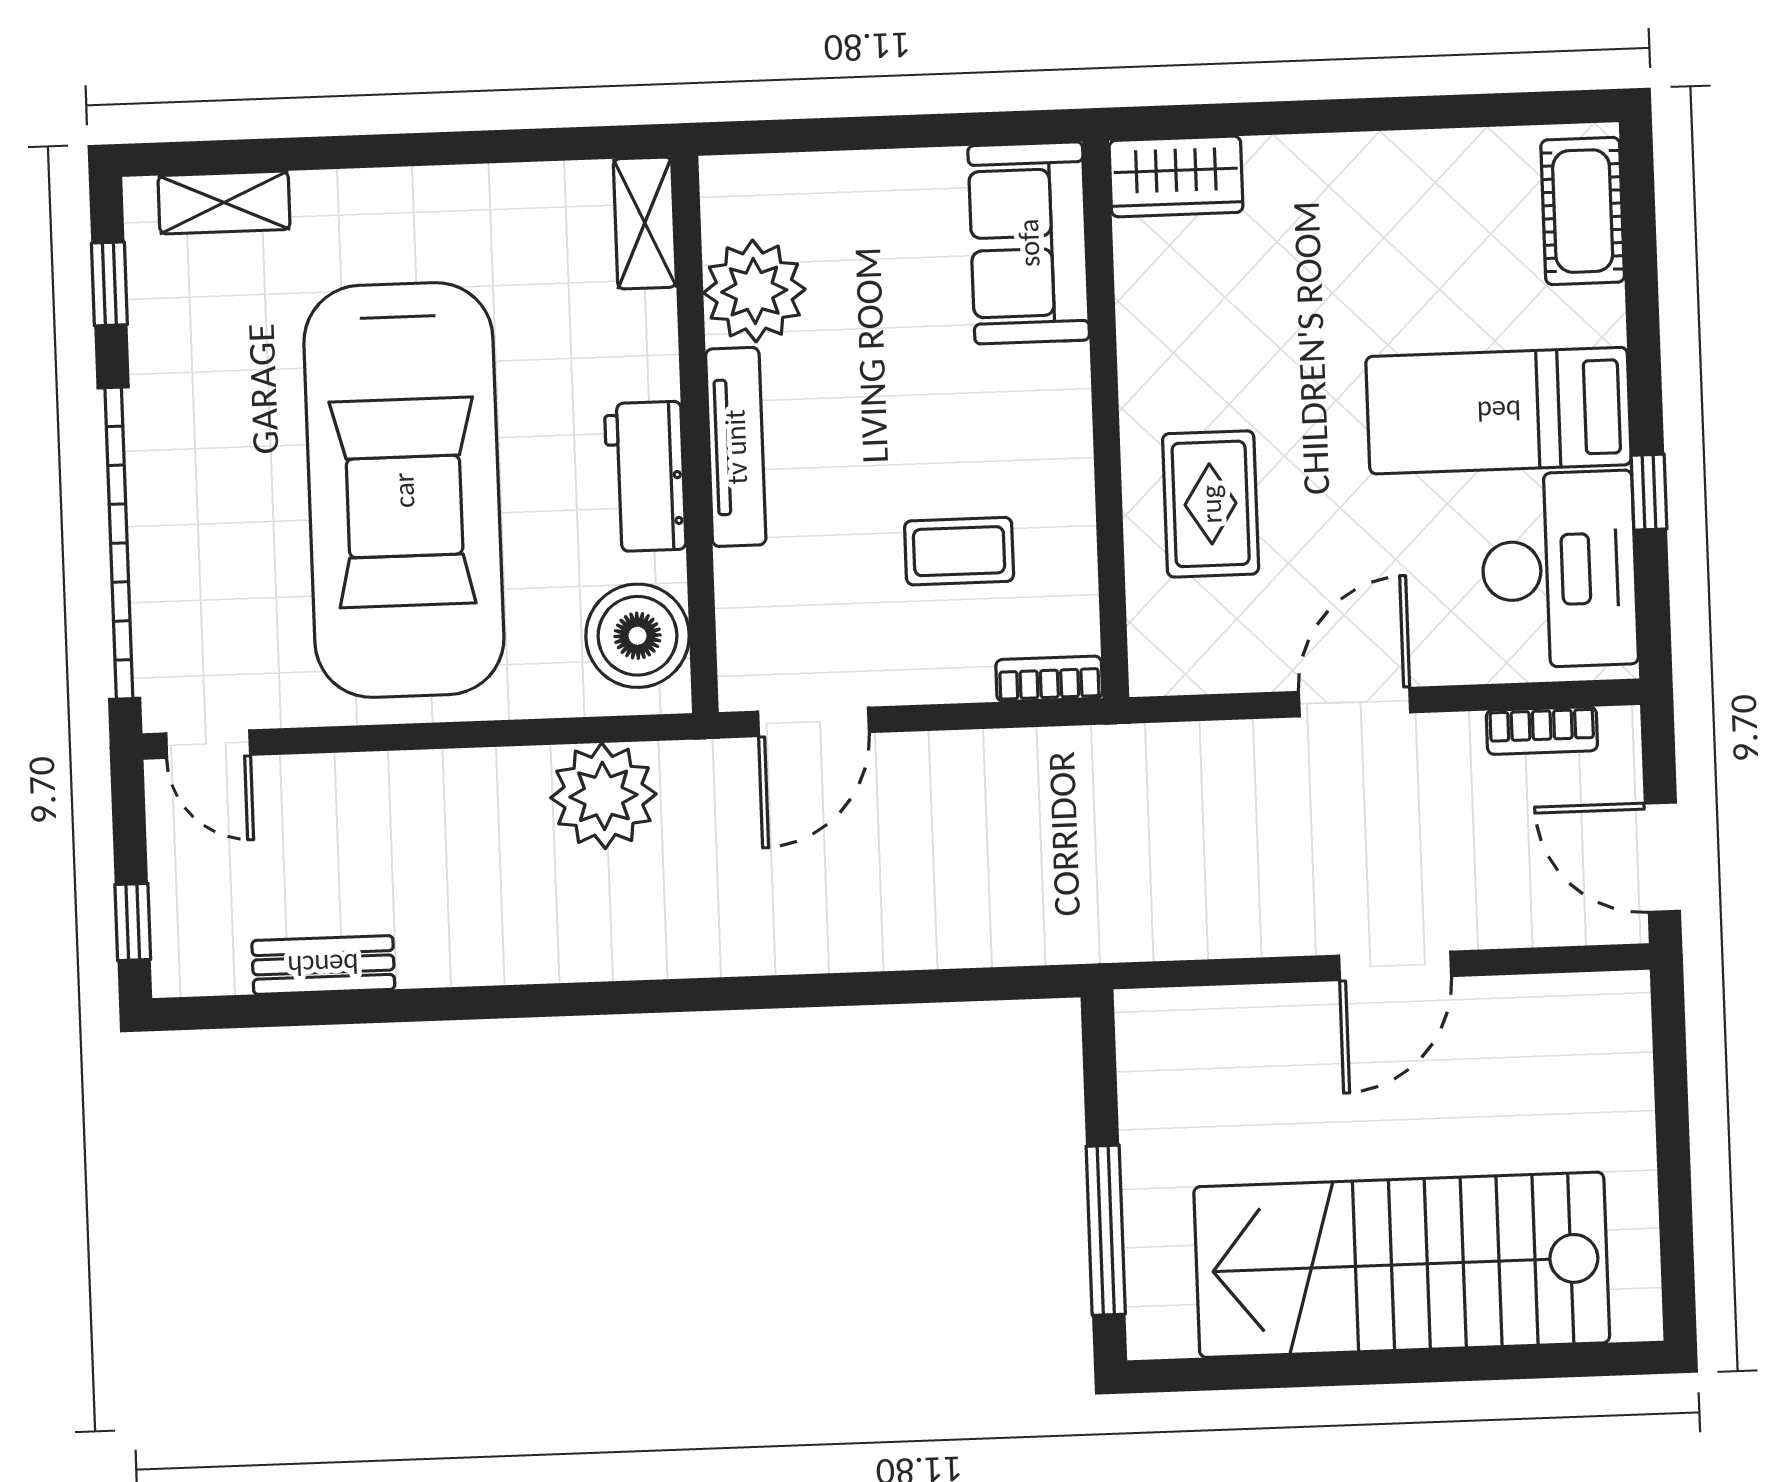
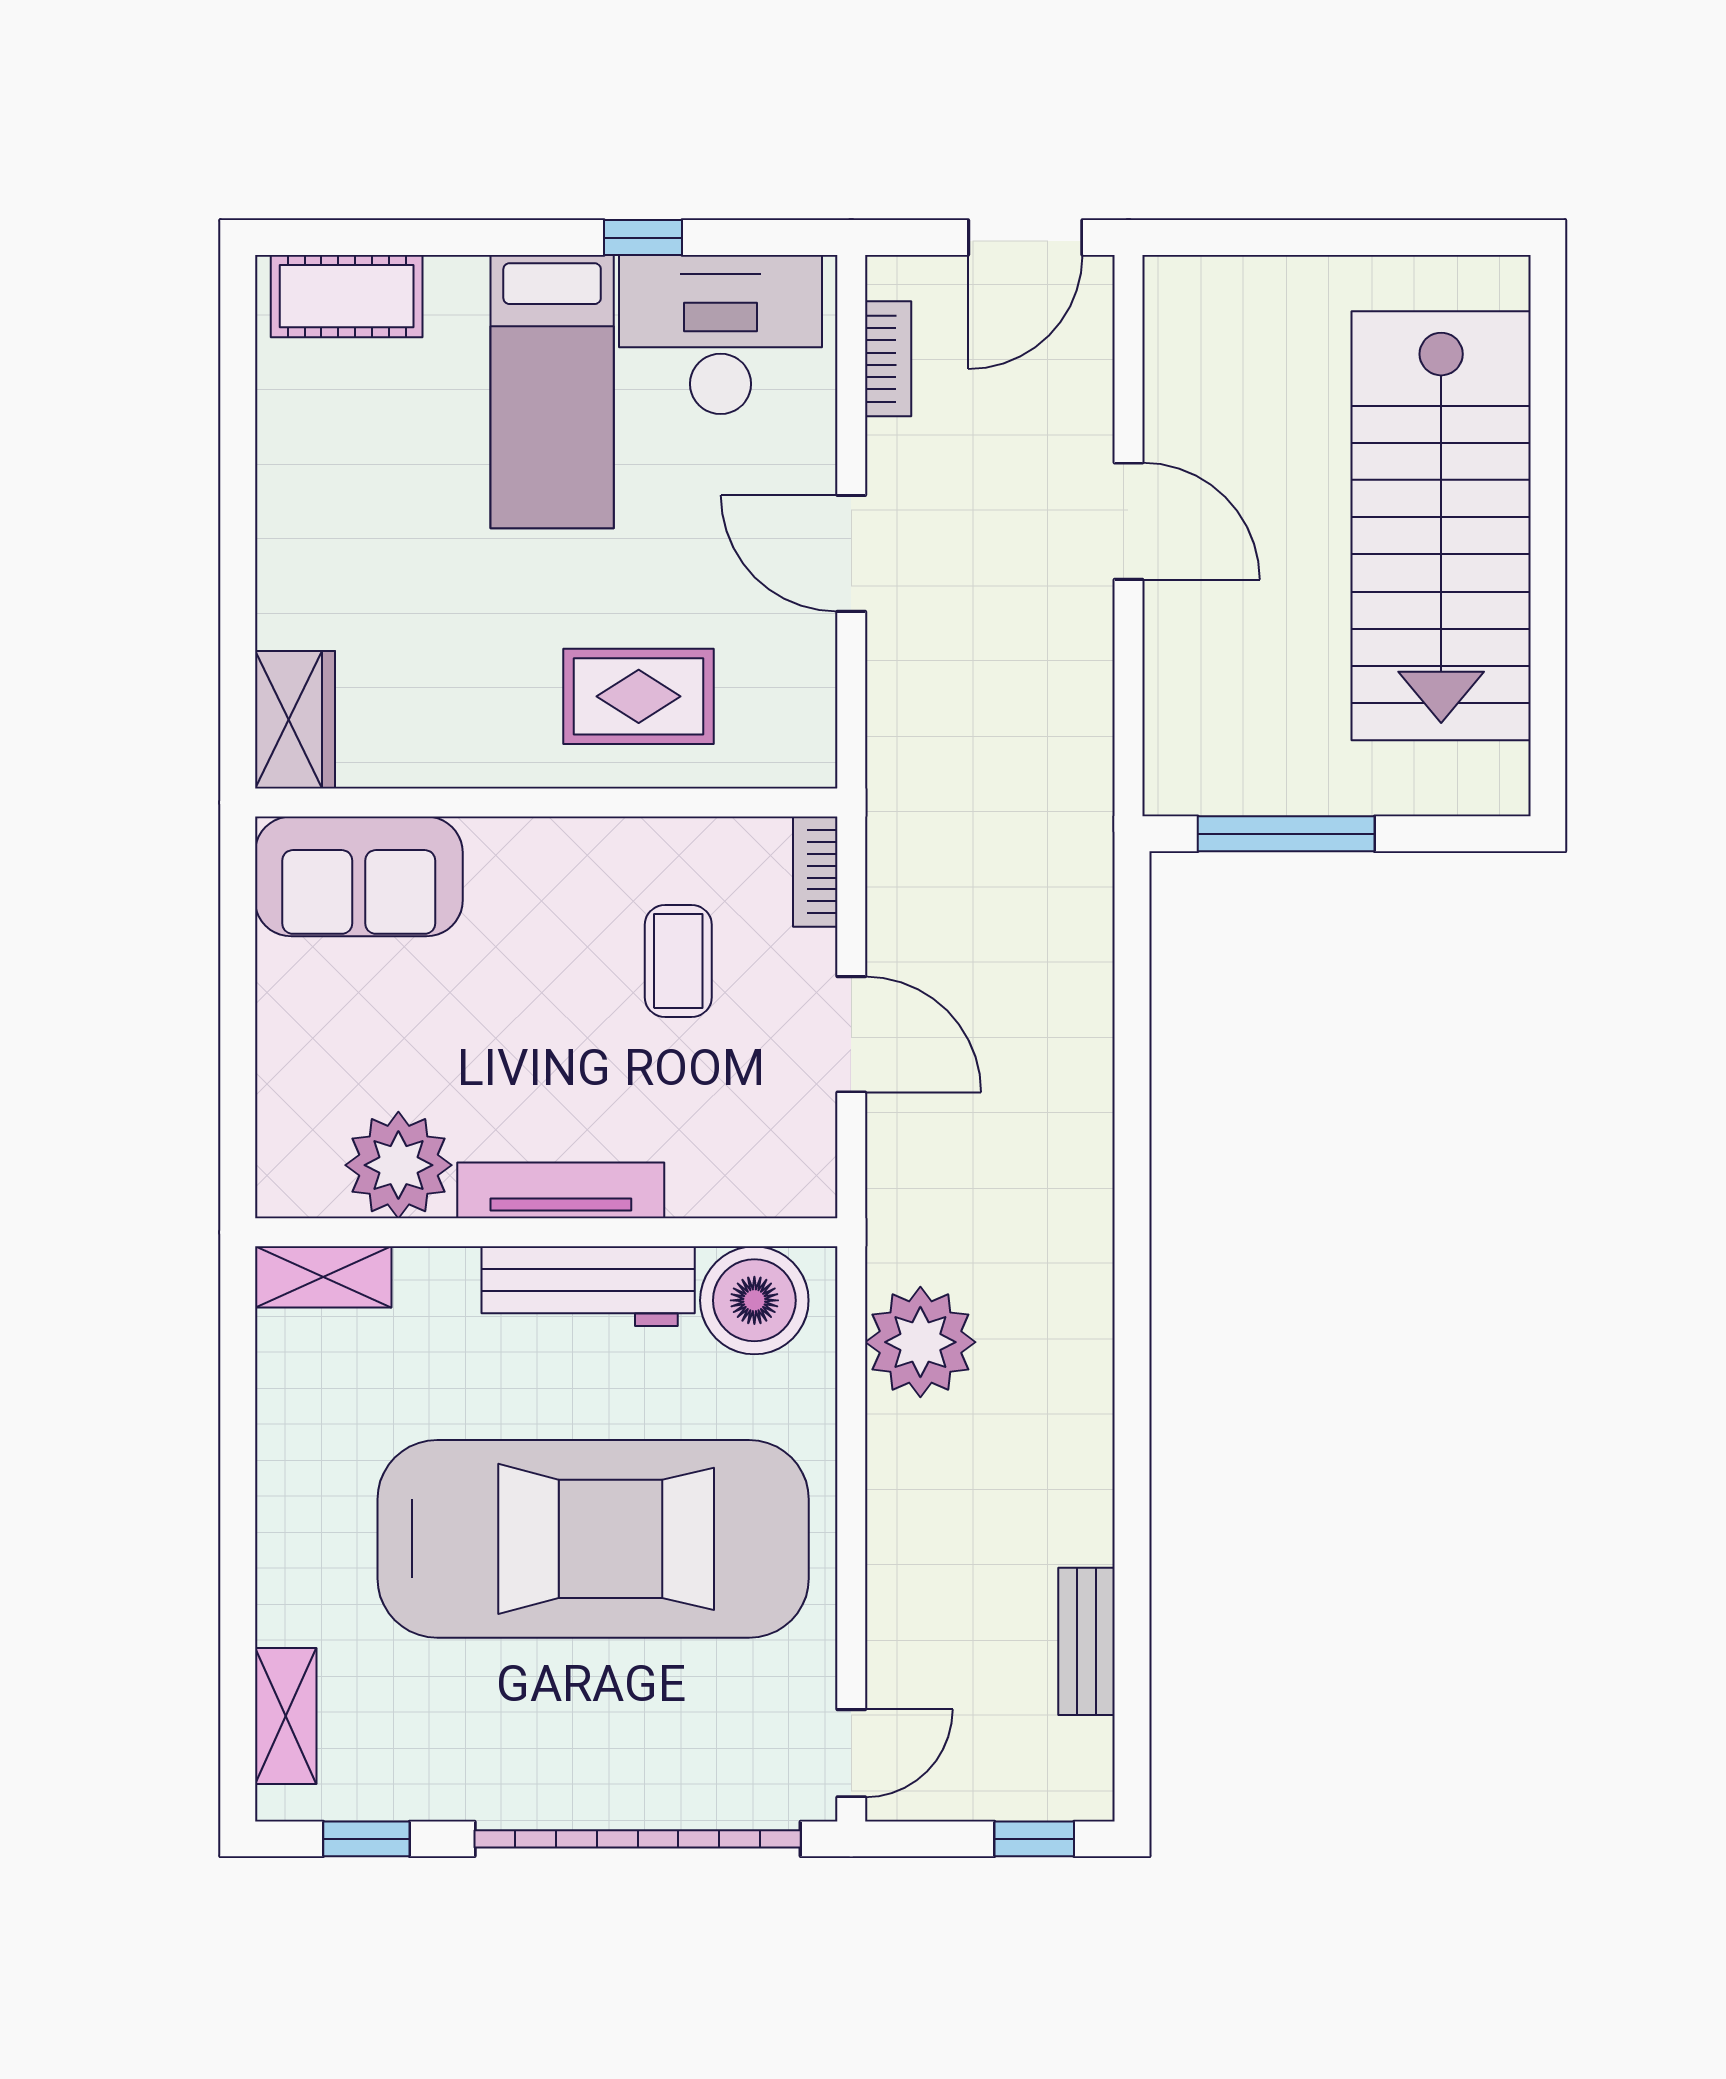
workbench: (645, 476) -> (588, 1286), width x1.38
door: (814, 722) -> (851, 1034), moved
window: (1106, 1230) -> (1286, 834), moved

